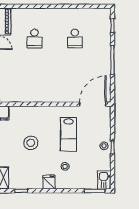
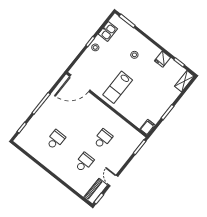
school desk: (34, 72) -> (103, 139), added
lab bench: (69, 134) -> (118, 87), moved, turned 180
stool: (31, 143) -> (145, 91), removed
kitchen sink: (104, 180) -> (108, 31), moved
fridge: (49, 182) -> (163, 59), moved

